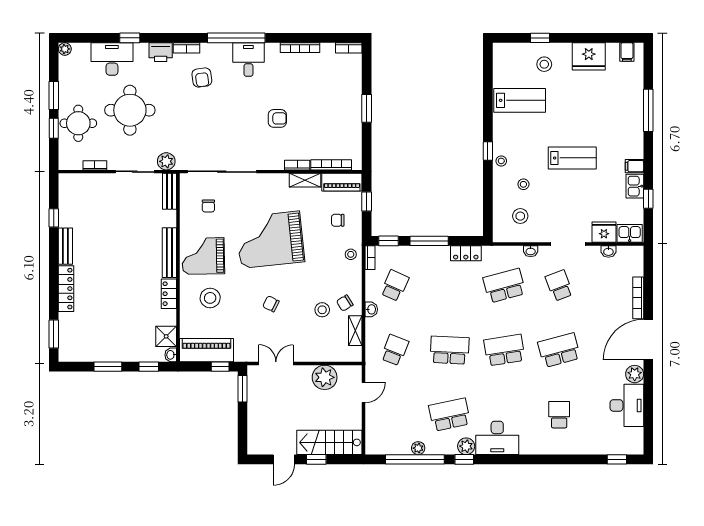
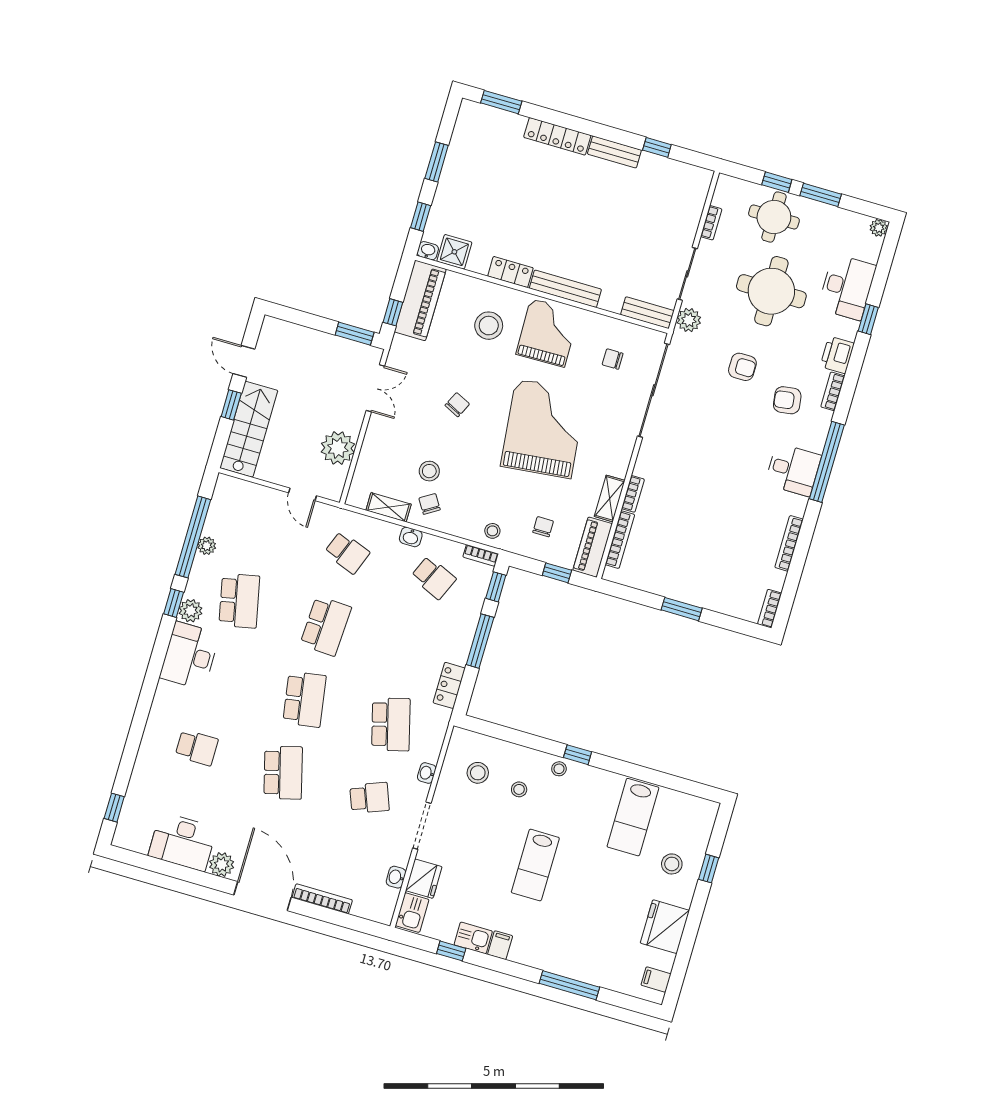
armchair: (277, 118) -> (742, 367), moved, turned -90

